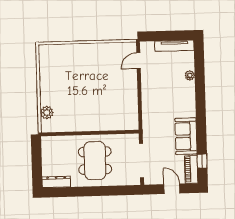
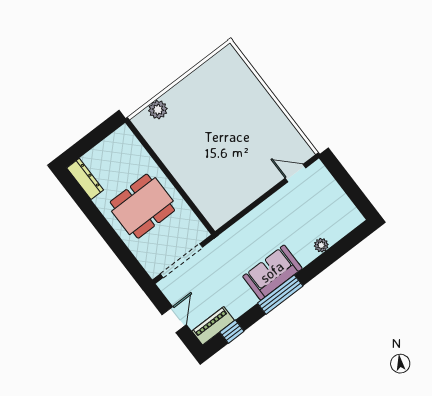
tv unit: (174, 46) -> (343, 202), removed
window: (201, 119) -> (280, 295), added
sofa: (186, 136) -> (272, 272), moved

